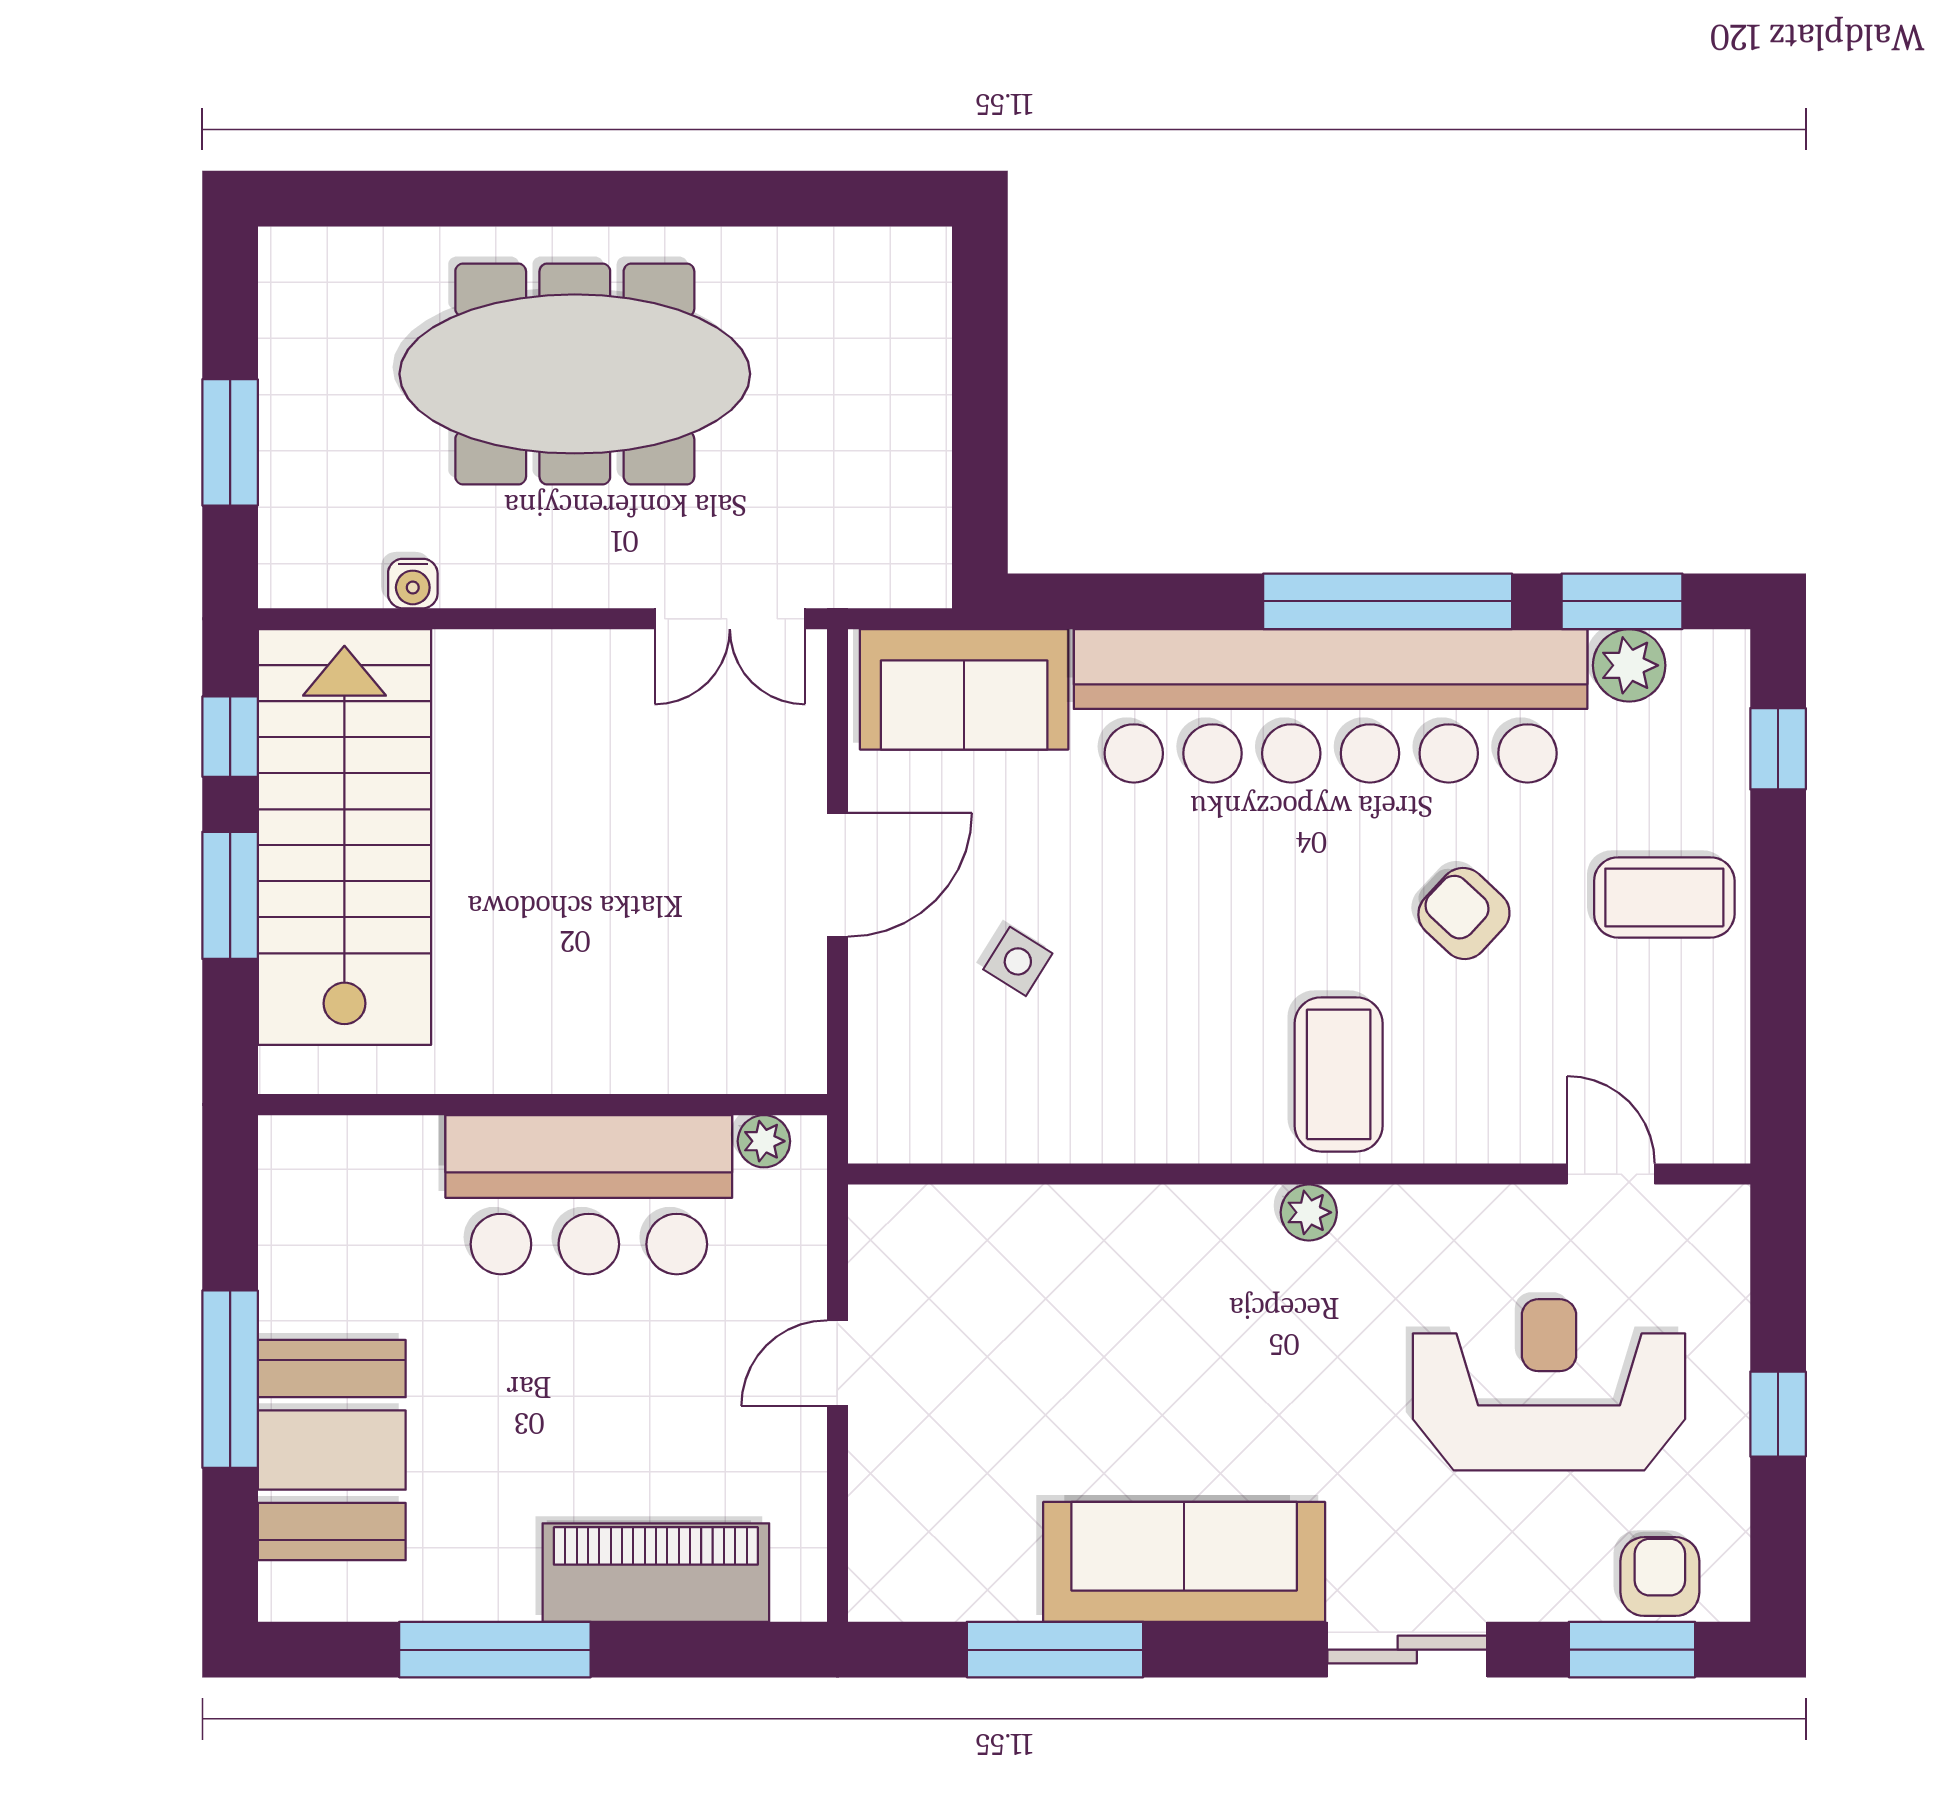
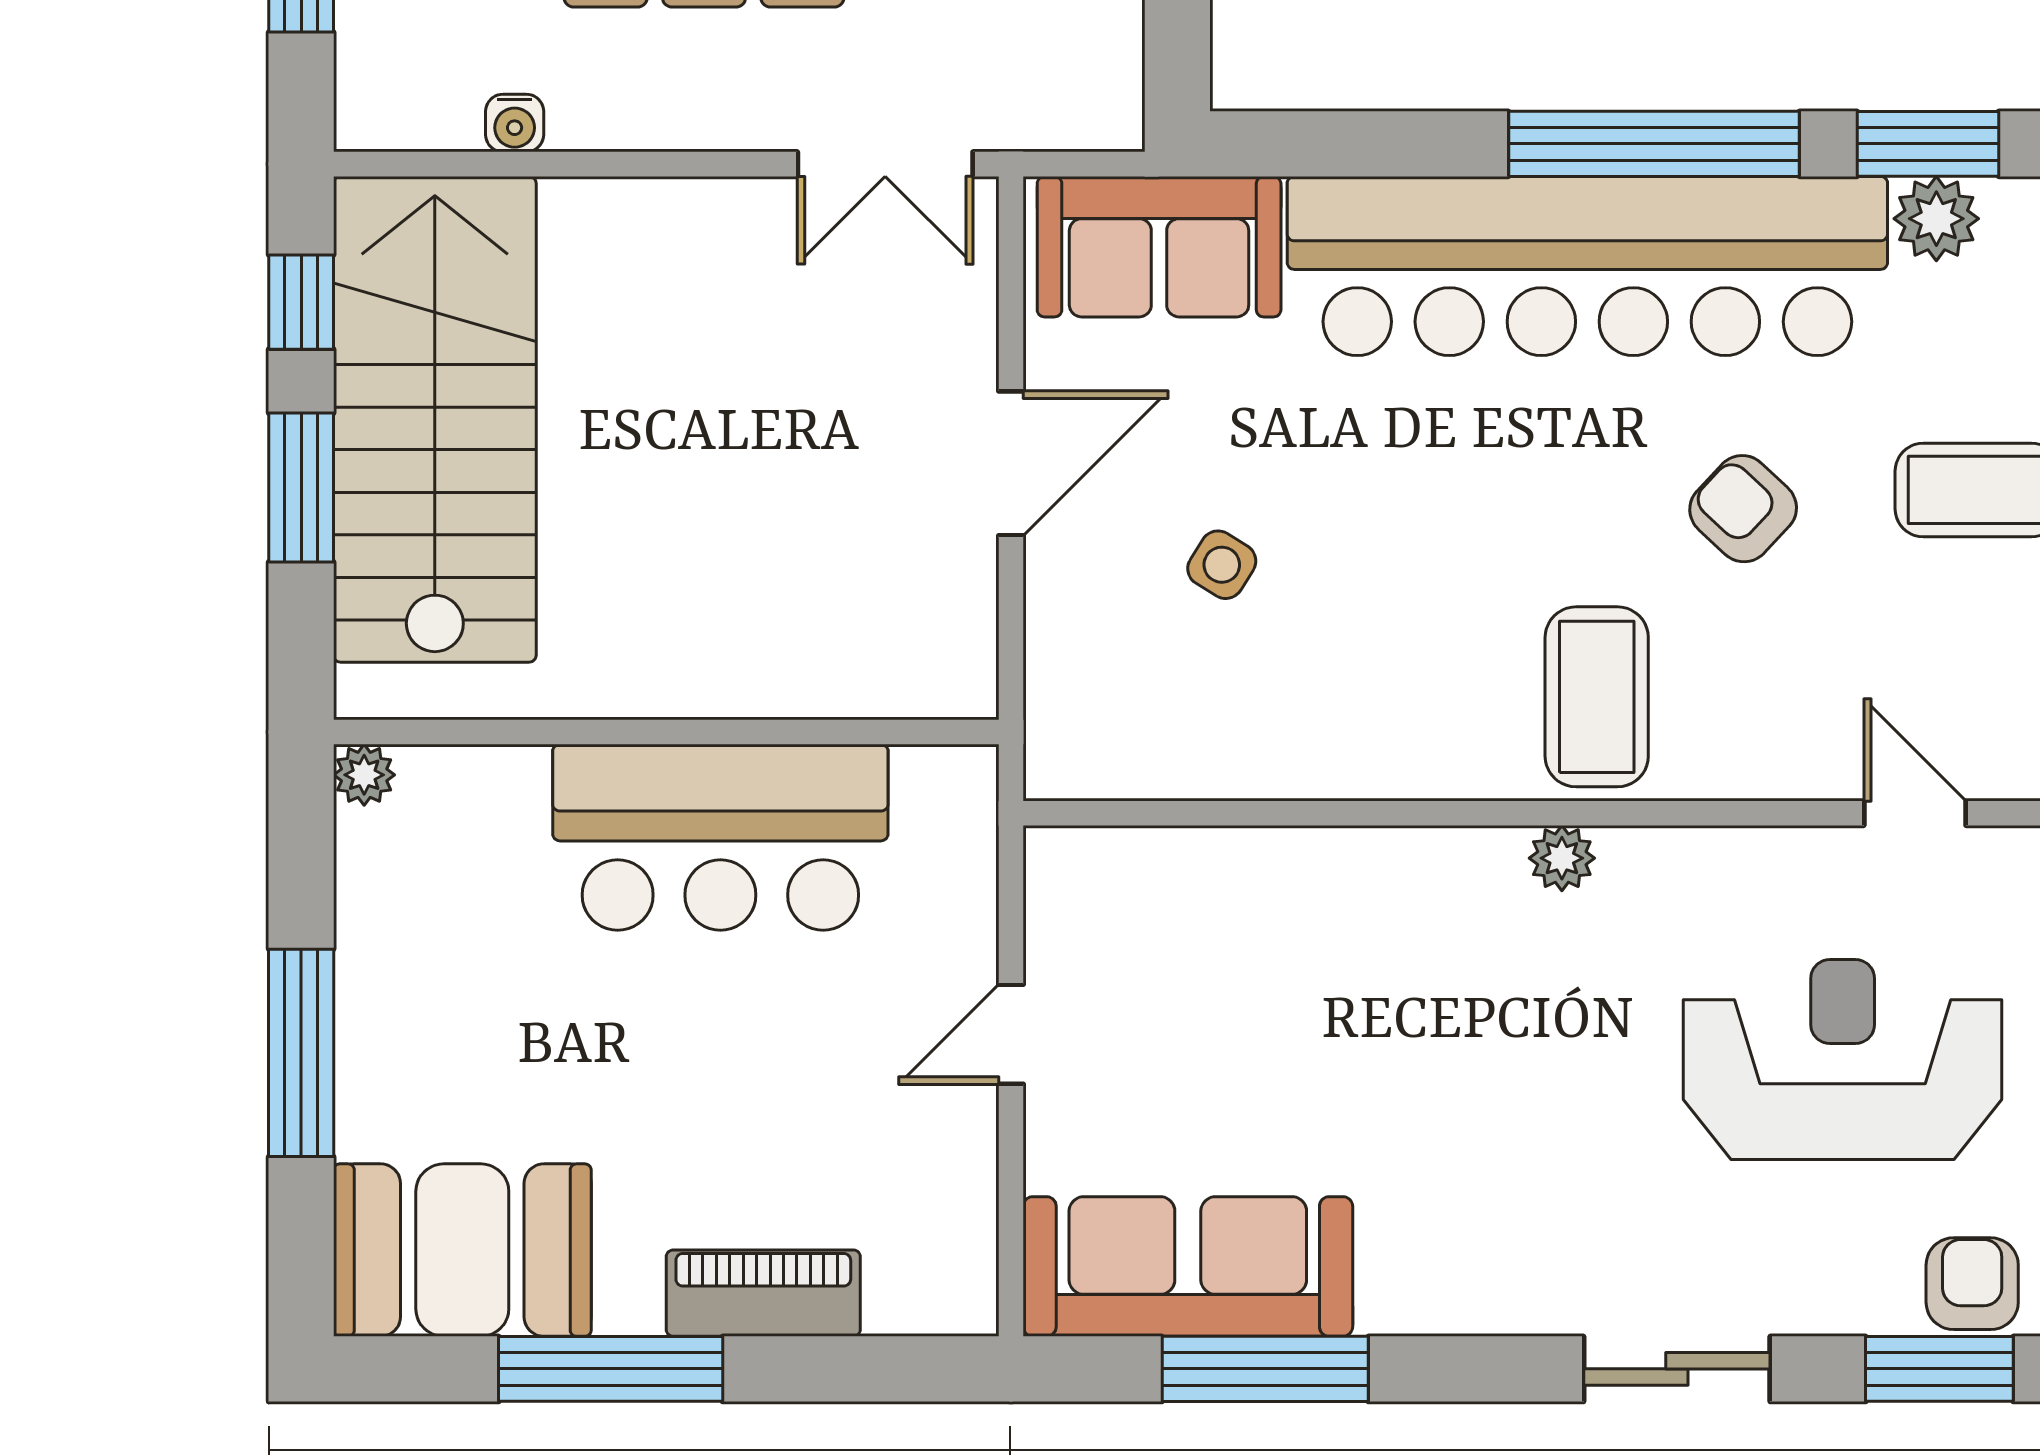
plant: (764, 1141) -> (364, 775), moved
booth: (332, 1450) -> (462, 1250), moved, turned 90
sofa: (1184, 1562) -> (1188, 1266), moved
piano: (656, 1573) -> (763, 1293), width x0.73, depth x0.75

